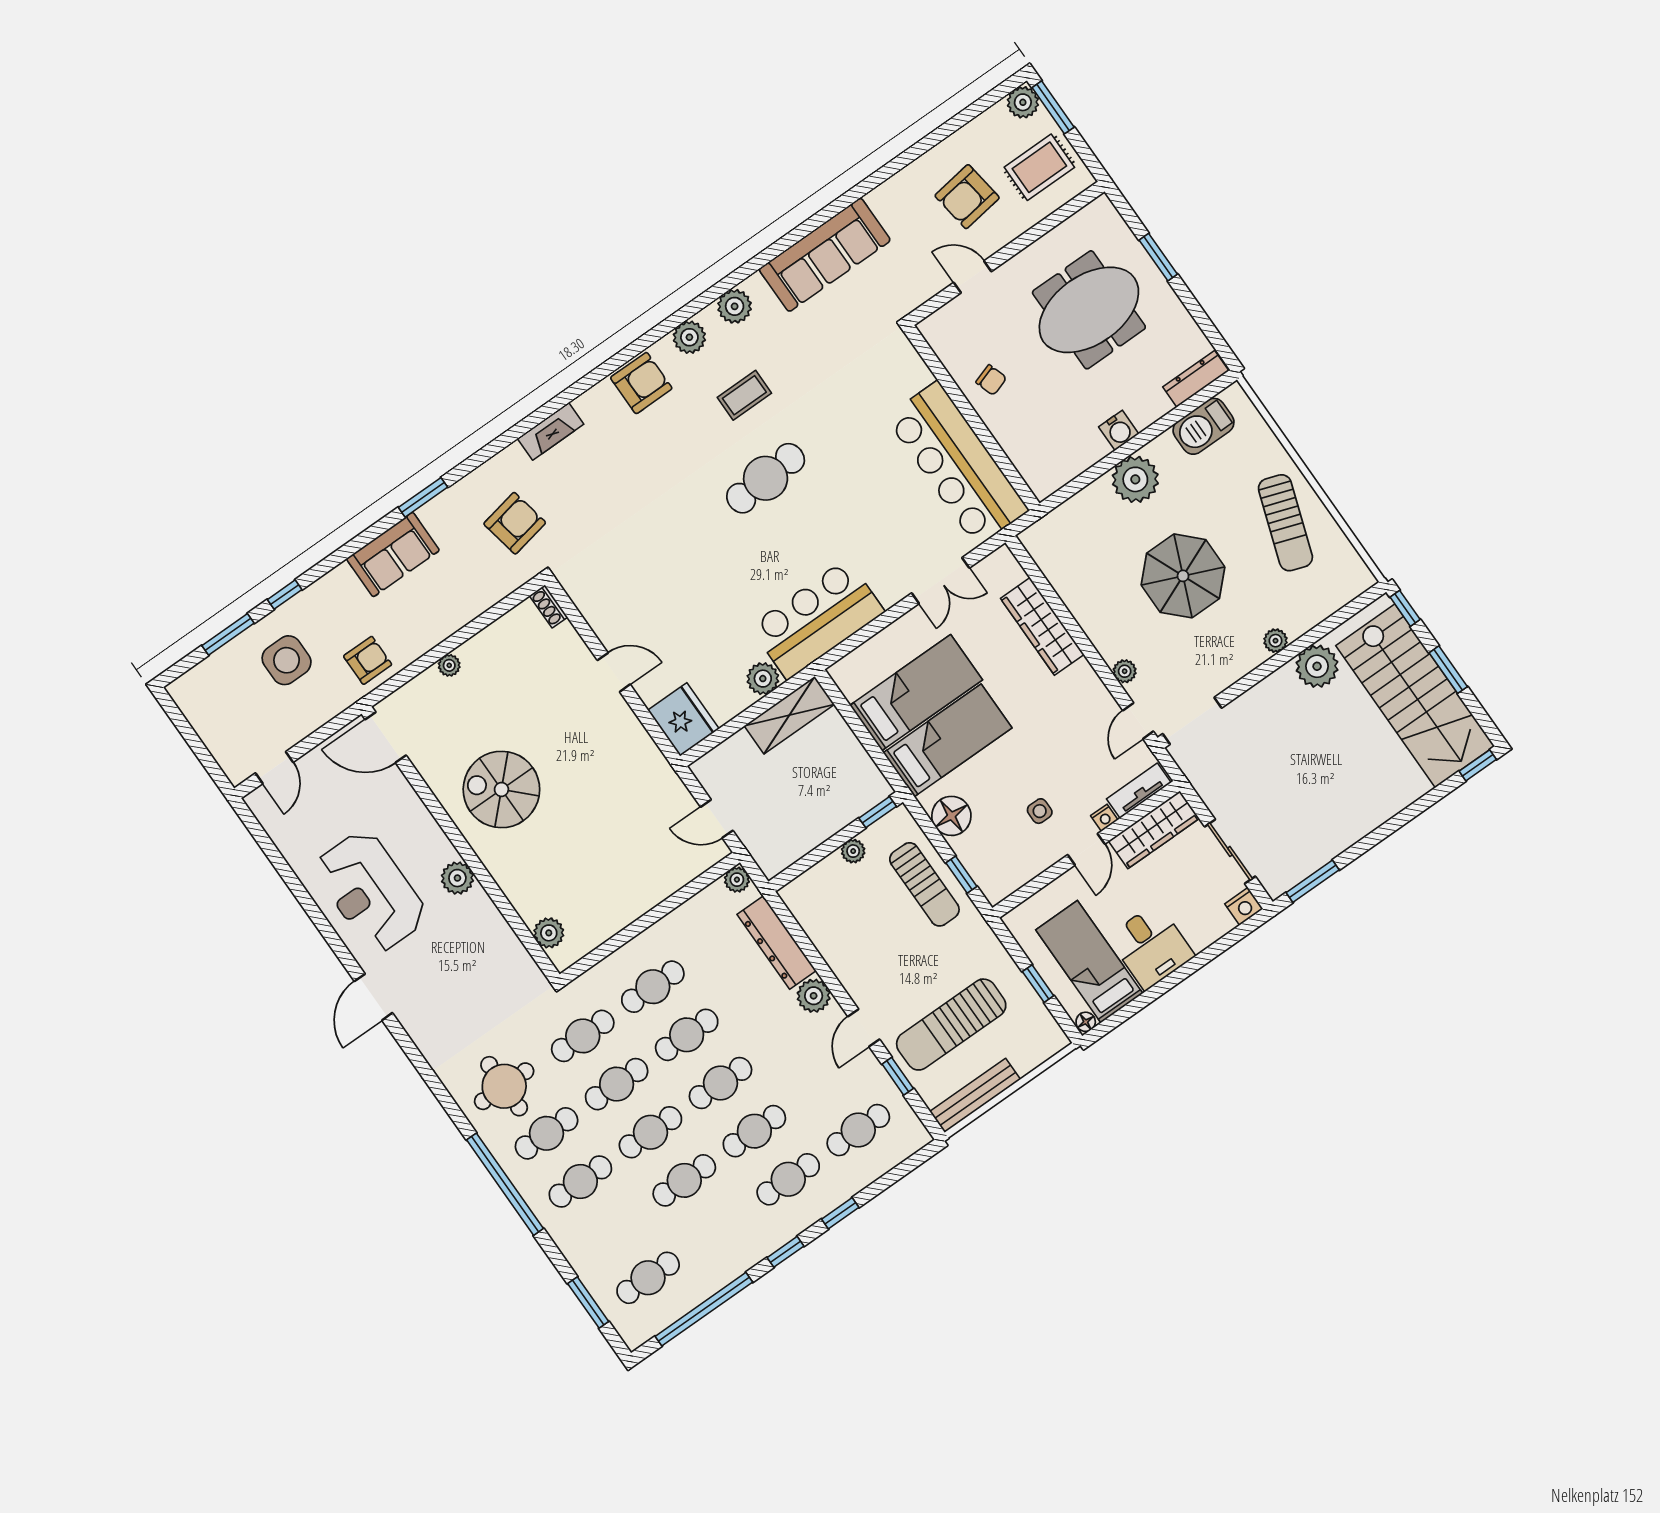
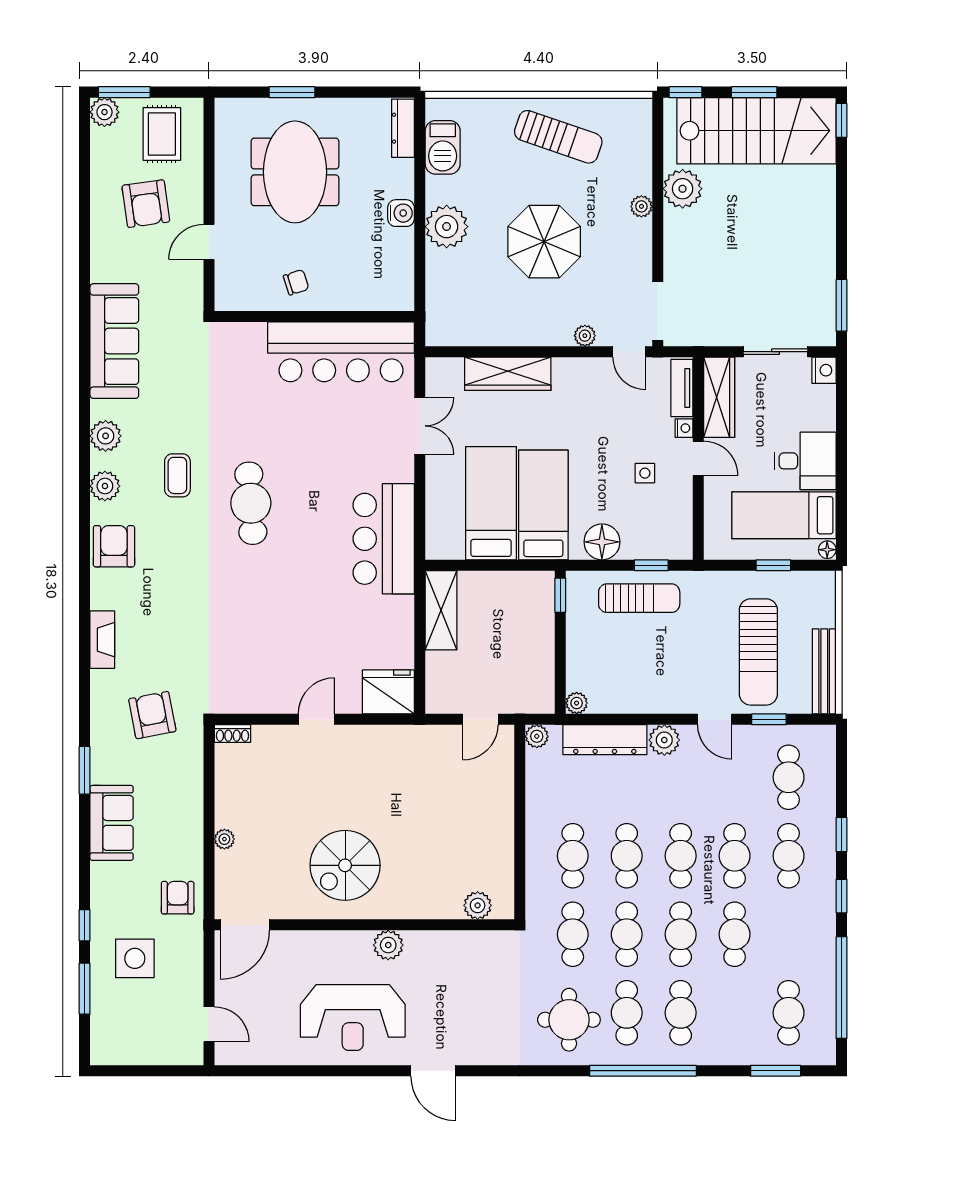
plant: (763, 679) -> (400, 611), removed
plant: (853, 851) -> (577, 703), moved

